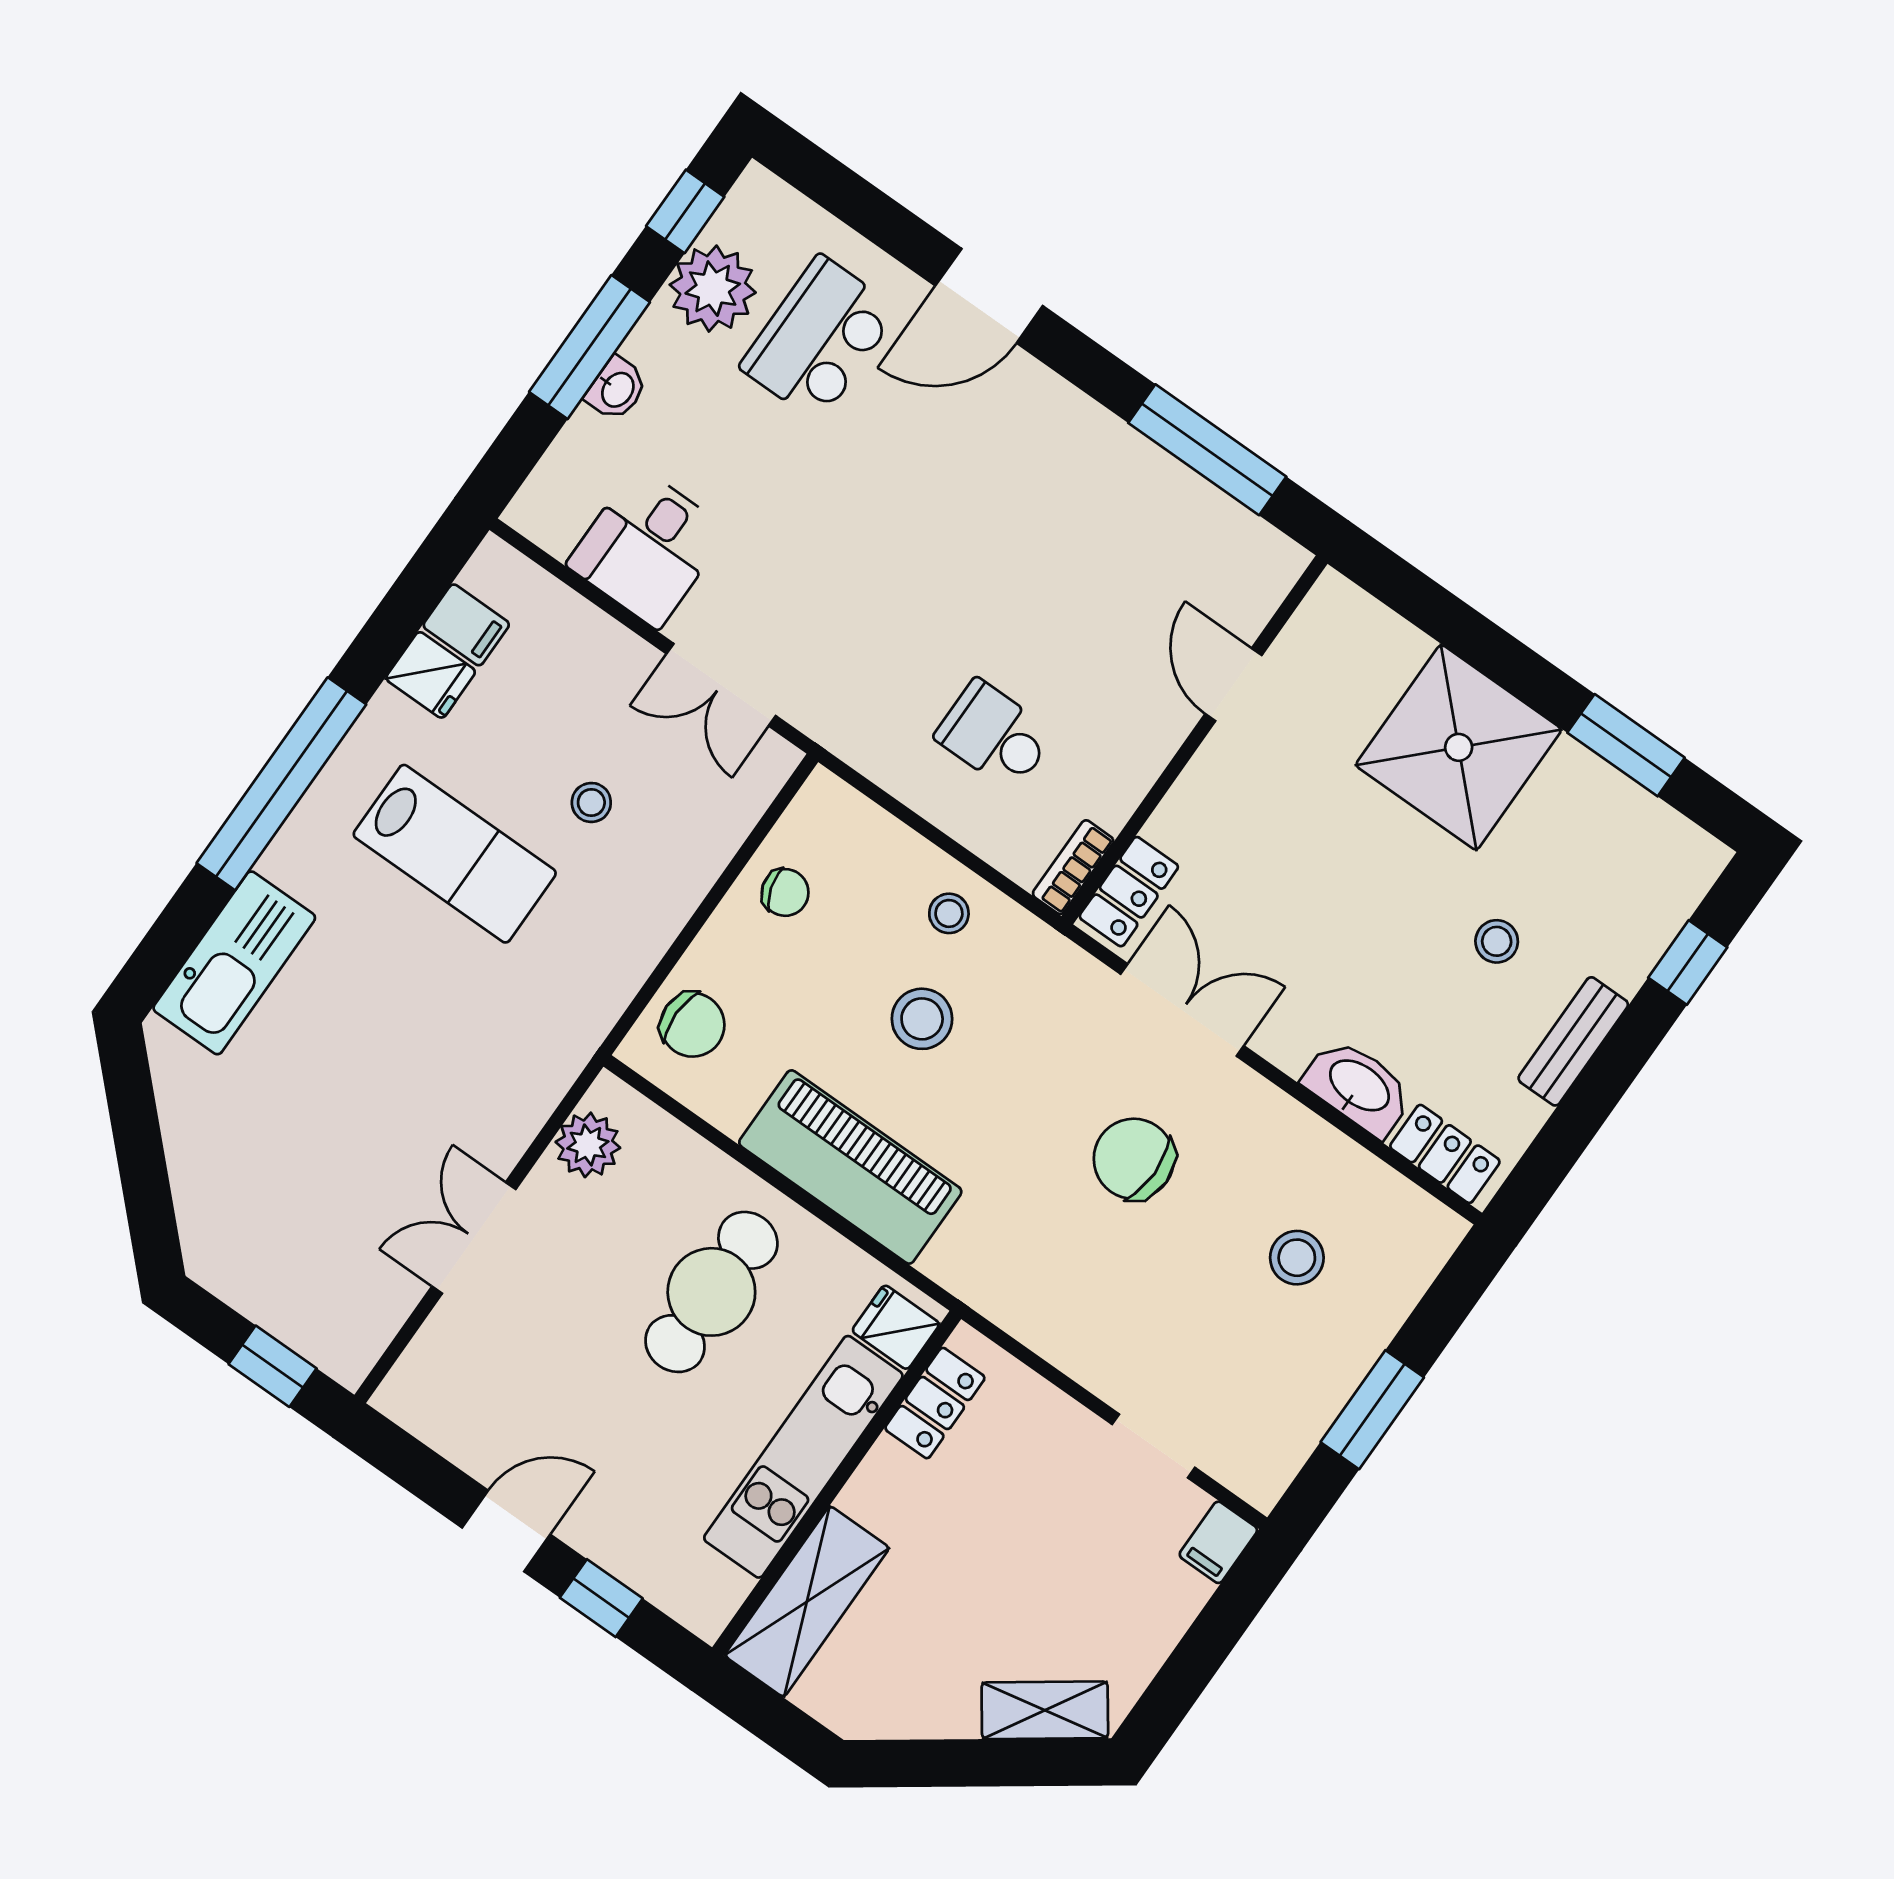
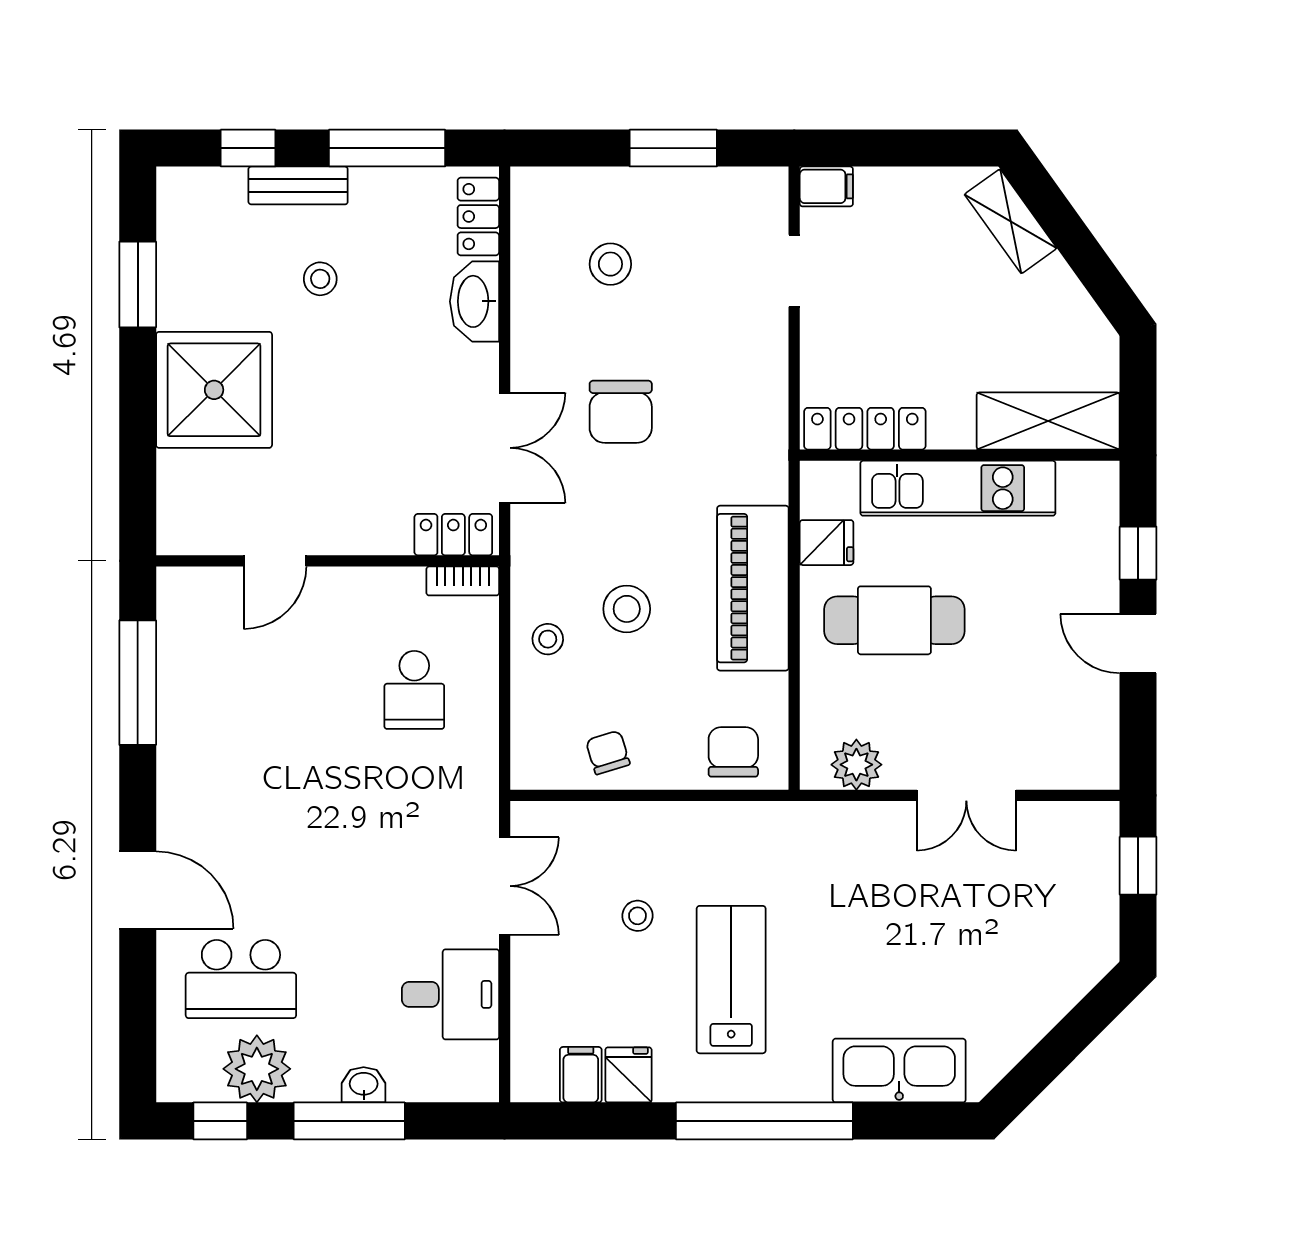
double door: (1182, 1010) -> (505, 448), swing flipped
bench: (1573, 1041) -> (298, 185), moved
window: (1585, 1109) -> (387, 148), added
fridge: (896, 1327) -> (827, 543), moved, turned -90
locker: (935, 1403) -> (865, 429), width x1.53

